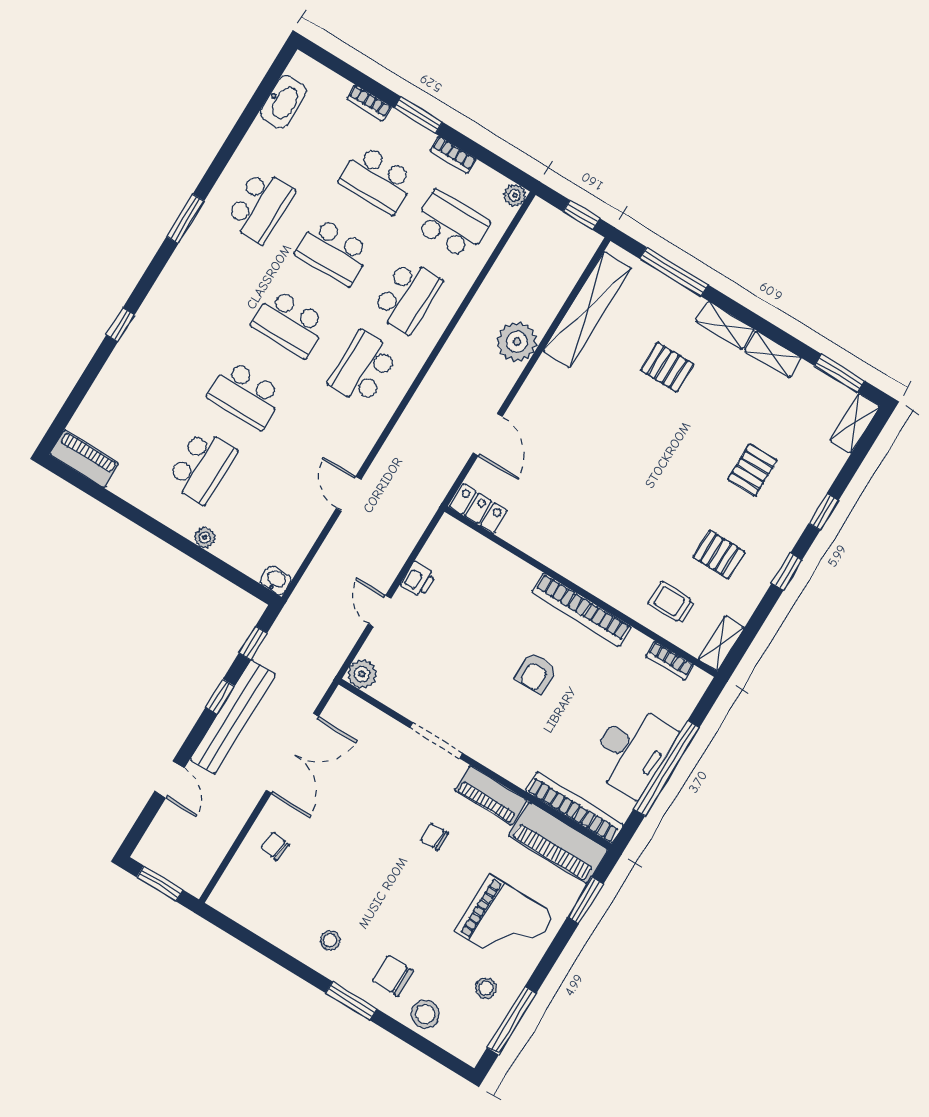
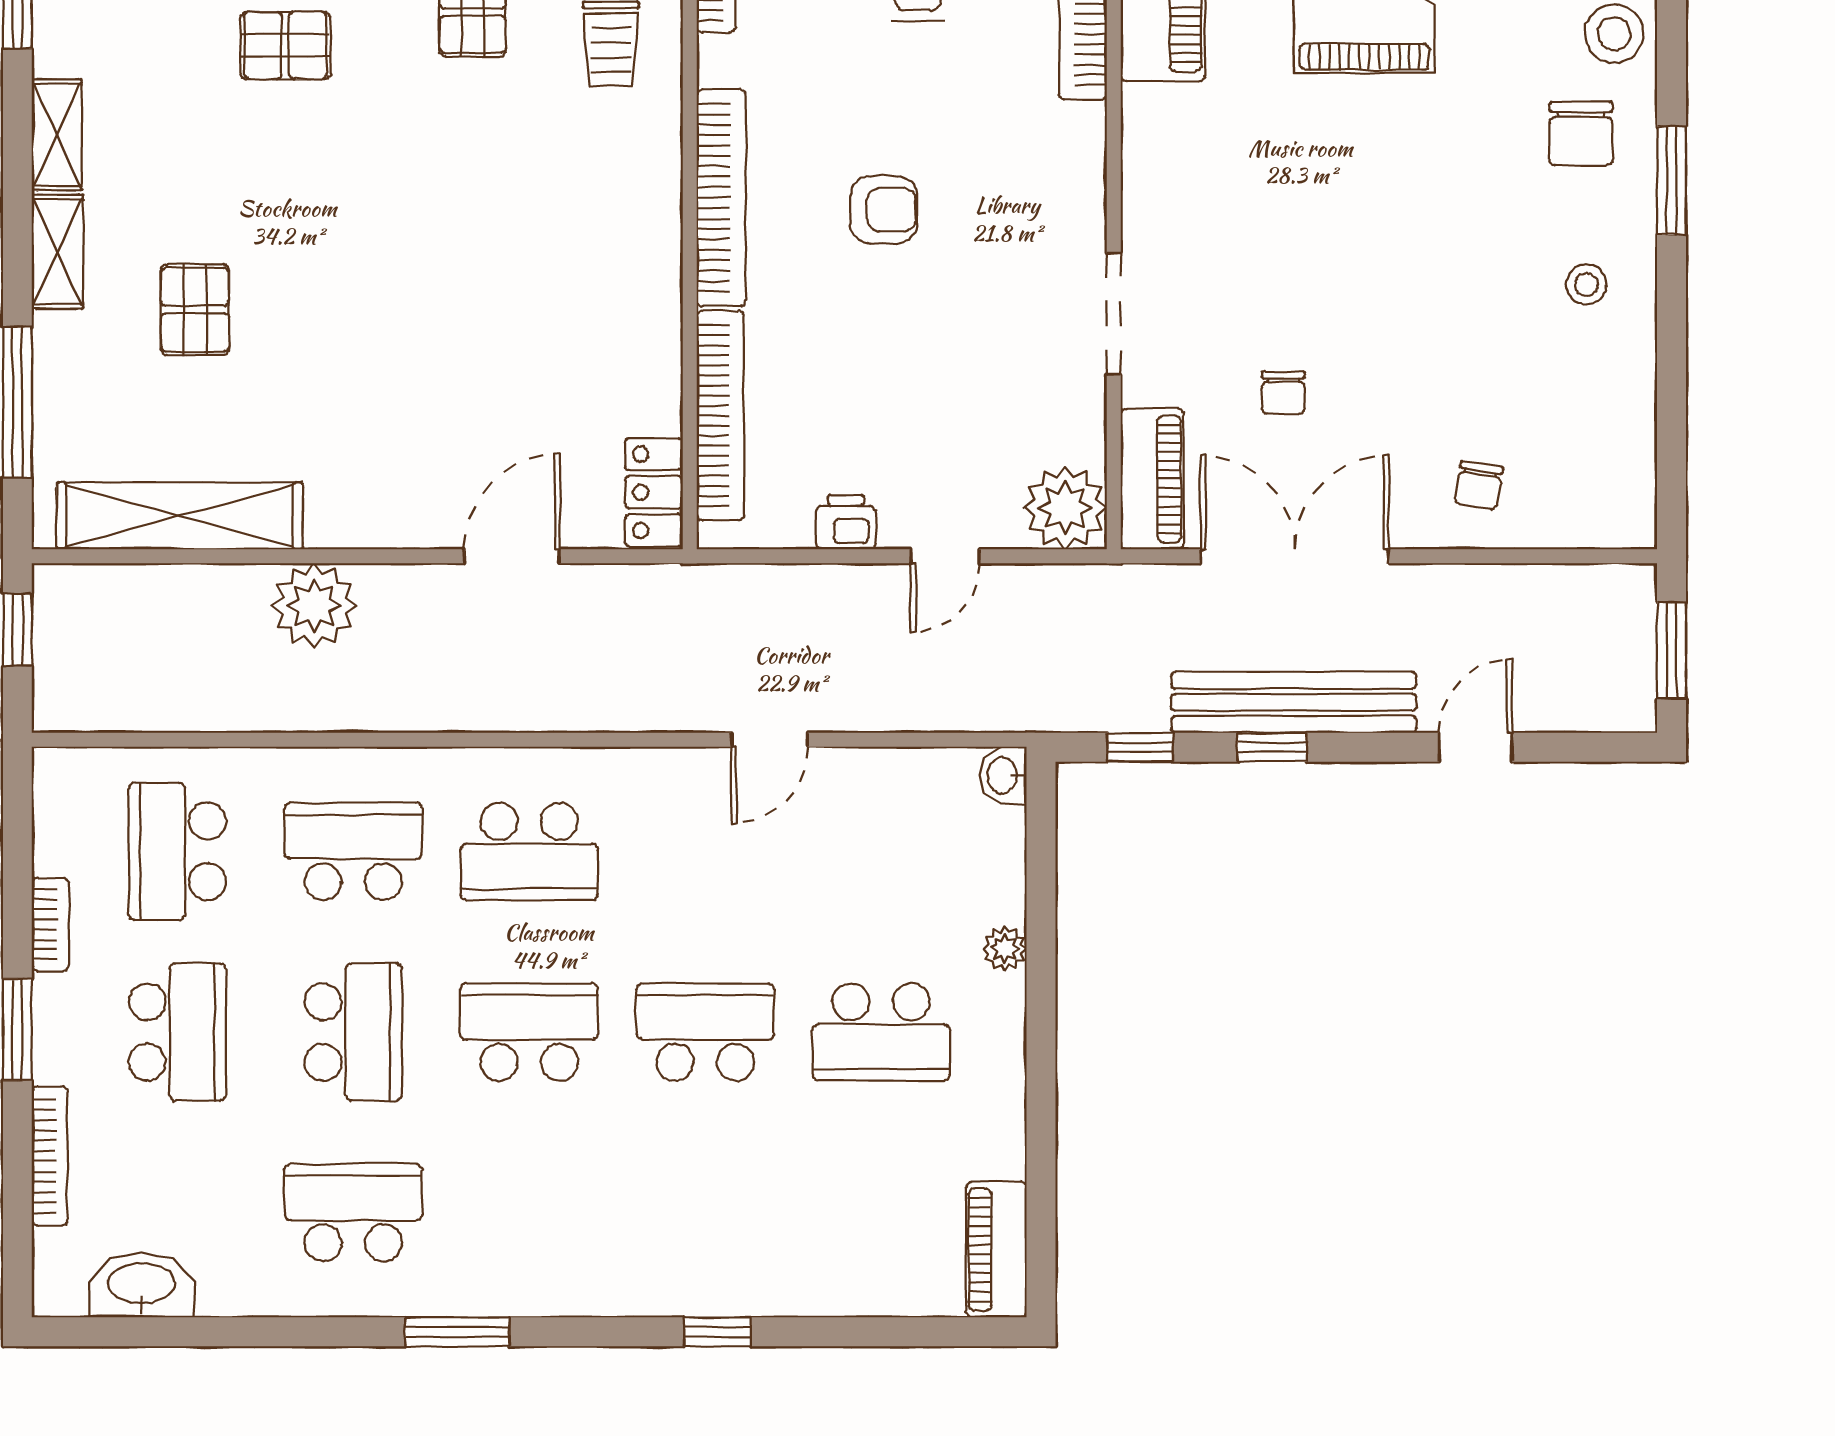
bookcase: (369, 103) -> (50, 1156), width x1.56
plant: (515, 195) -> (55, 770), removed
school desk: (290, 323) -> (529, 1032), turned -90
school desk: (246, 395) -> (705, 1032), turned -90
school desk: (202, 466) -> (881, 1032), turned 180
bookcase: (493, 555) -> (720, 416), added
plant: (362, 674) -> (1065, 508), width x1.36, depth x1.36
piano: (491, 795) -> (1152, 479), moved
chair: (435, 837) -> (1283, 393), moved

